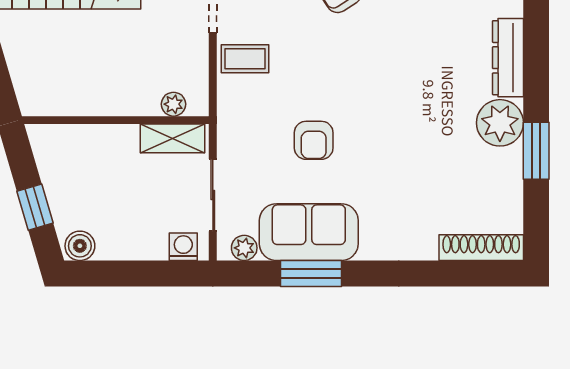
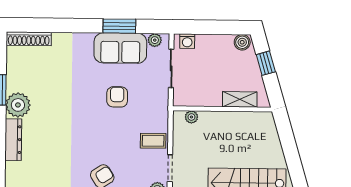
shelving: (173, 138) -> (240, 99), moved

